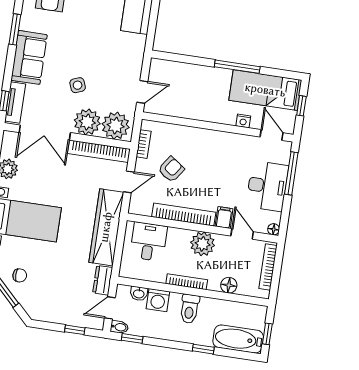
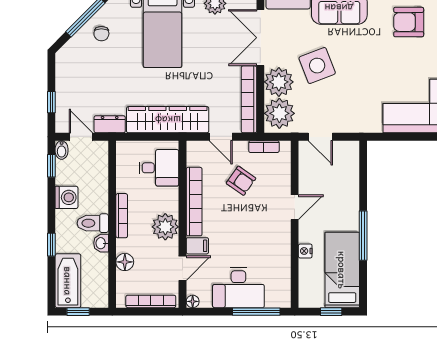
side table: (78, 85) -> (317, 66), width x1.87, depth x1.87
door: (272, 135) -> (295, 207), moved
washbasin: (139, 294) -> (101, 243), moved
washing machine: (158, 300) -> (66, 197), moved, turned 180

